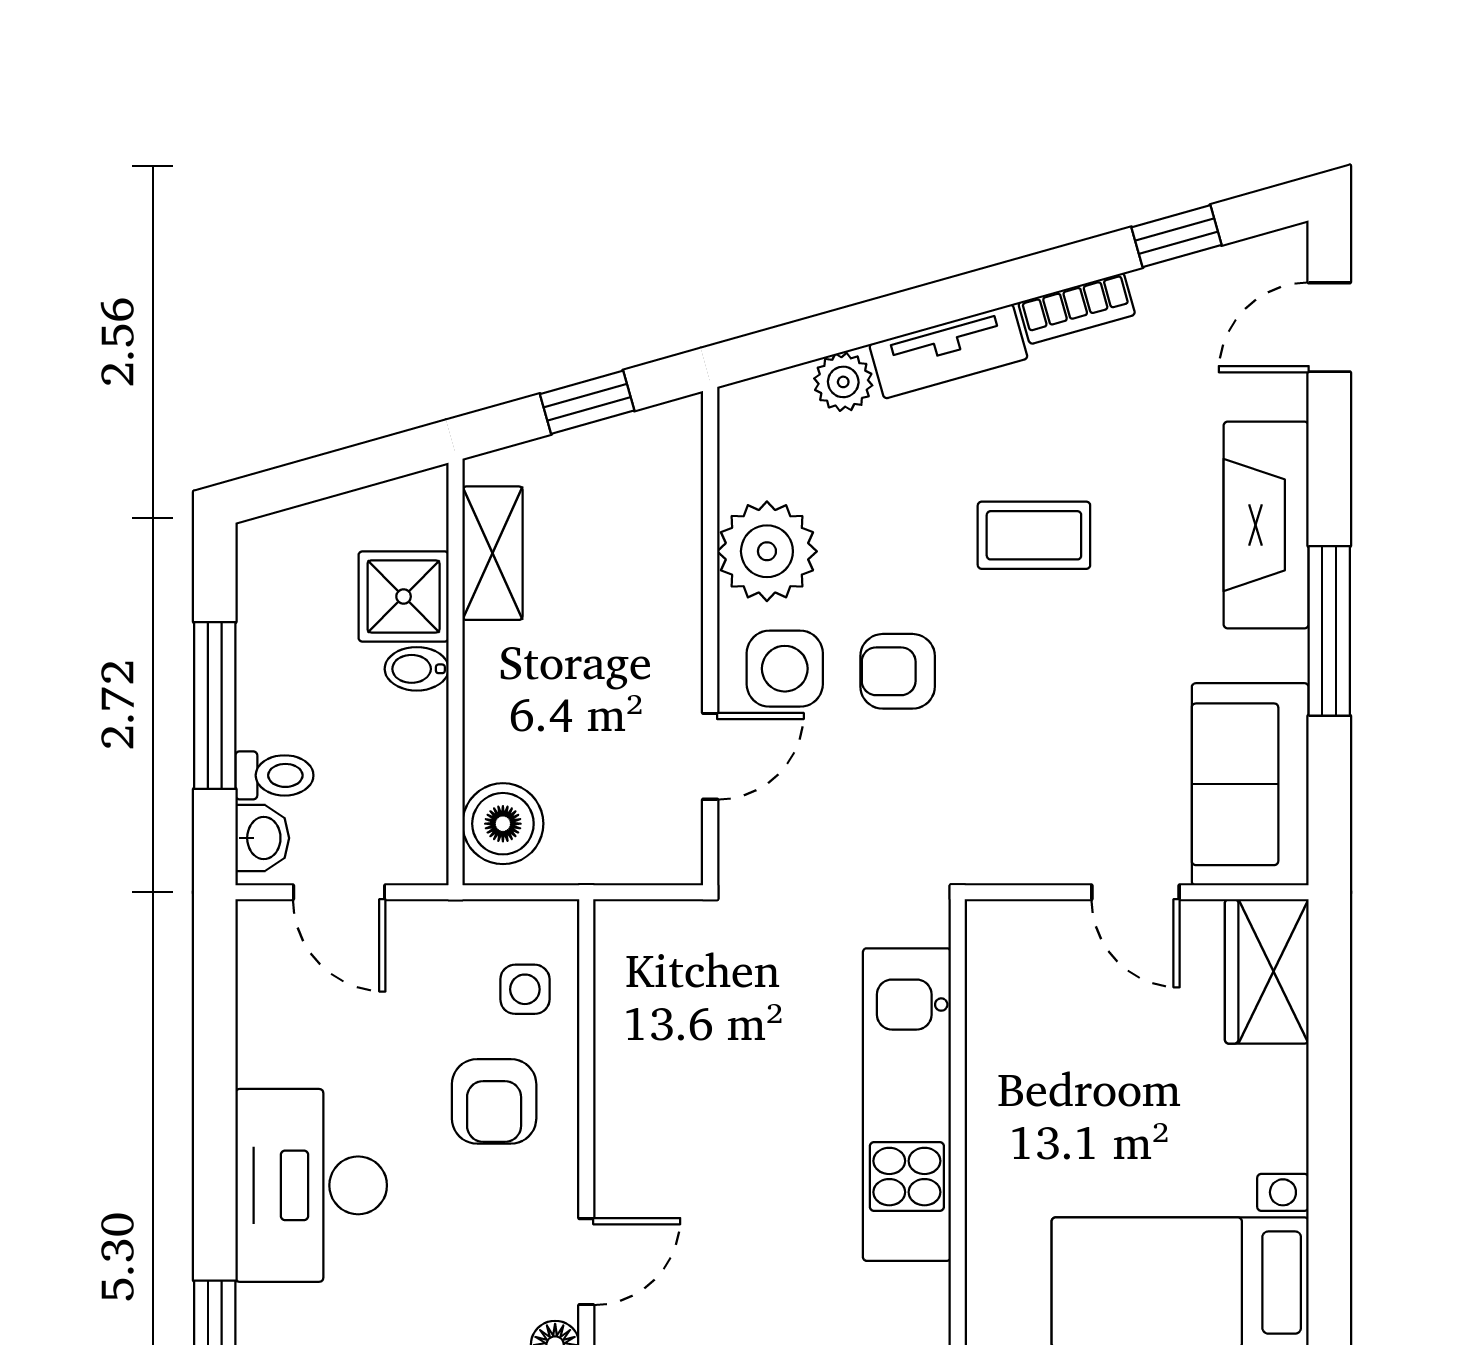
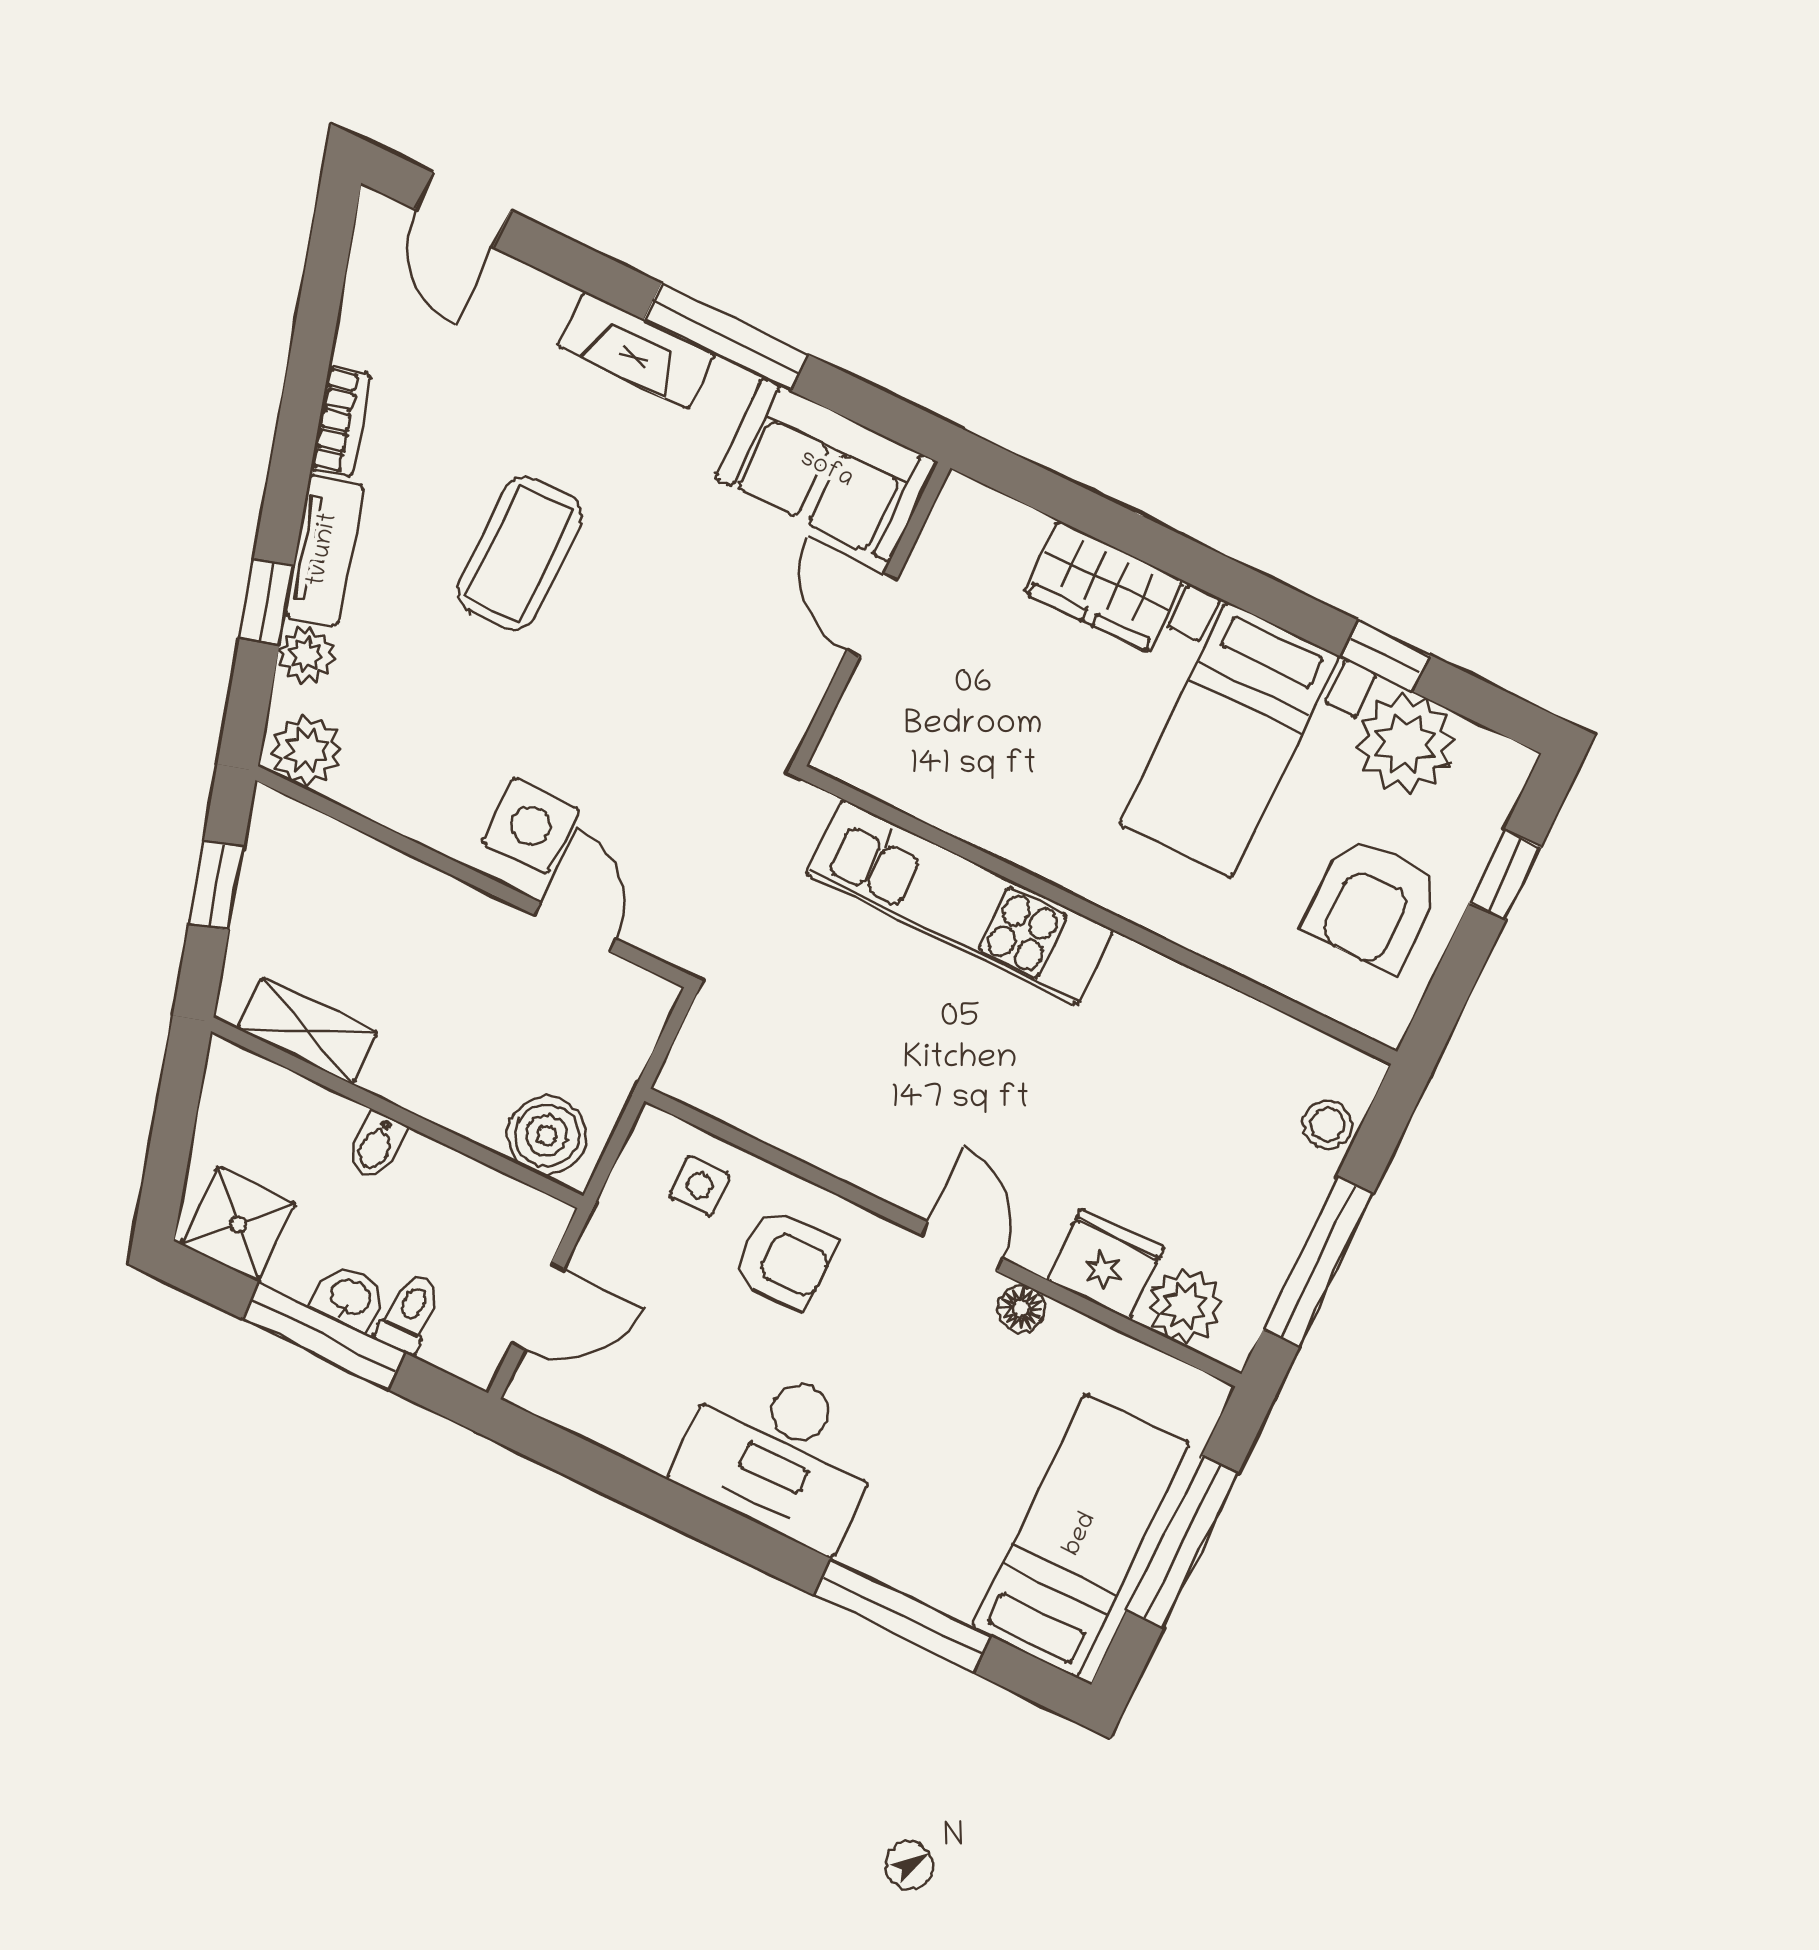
window: (1176, 236) -> (267, 602), moved
fireplace: (1266, 525) -> (636, 350), width x0.73, depth x0.76
coffee table: (1034, 535) -> (519, 553), width x1.36, depth x1.30
plant: (767, 551) -> (306, 751), moved, width x0.73, depth x0.73
shower: (404, 596) -> (238, 1224), moved
armchair: (898, 671) -> (580, 729), removed
washbasin: (262, 838) -> (350, 1298), moved
door: (1136, 892) -> (872, 615), swing flipped
wardrobe: (1267, 971) -> (1104, 587), moved

